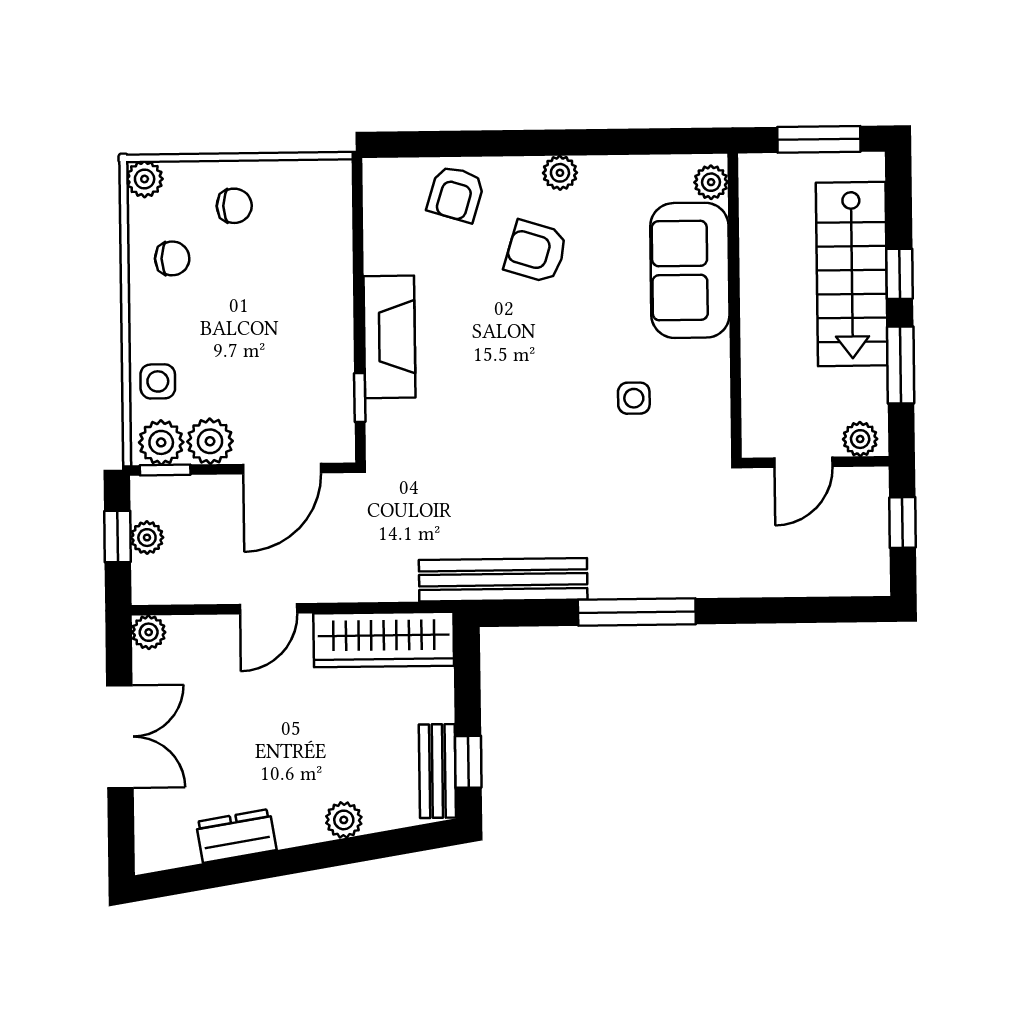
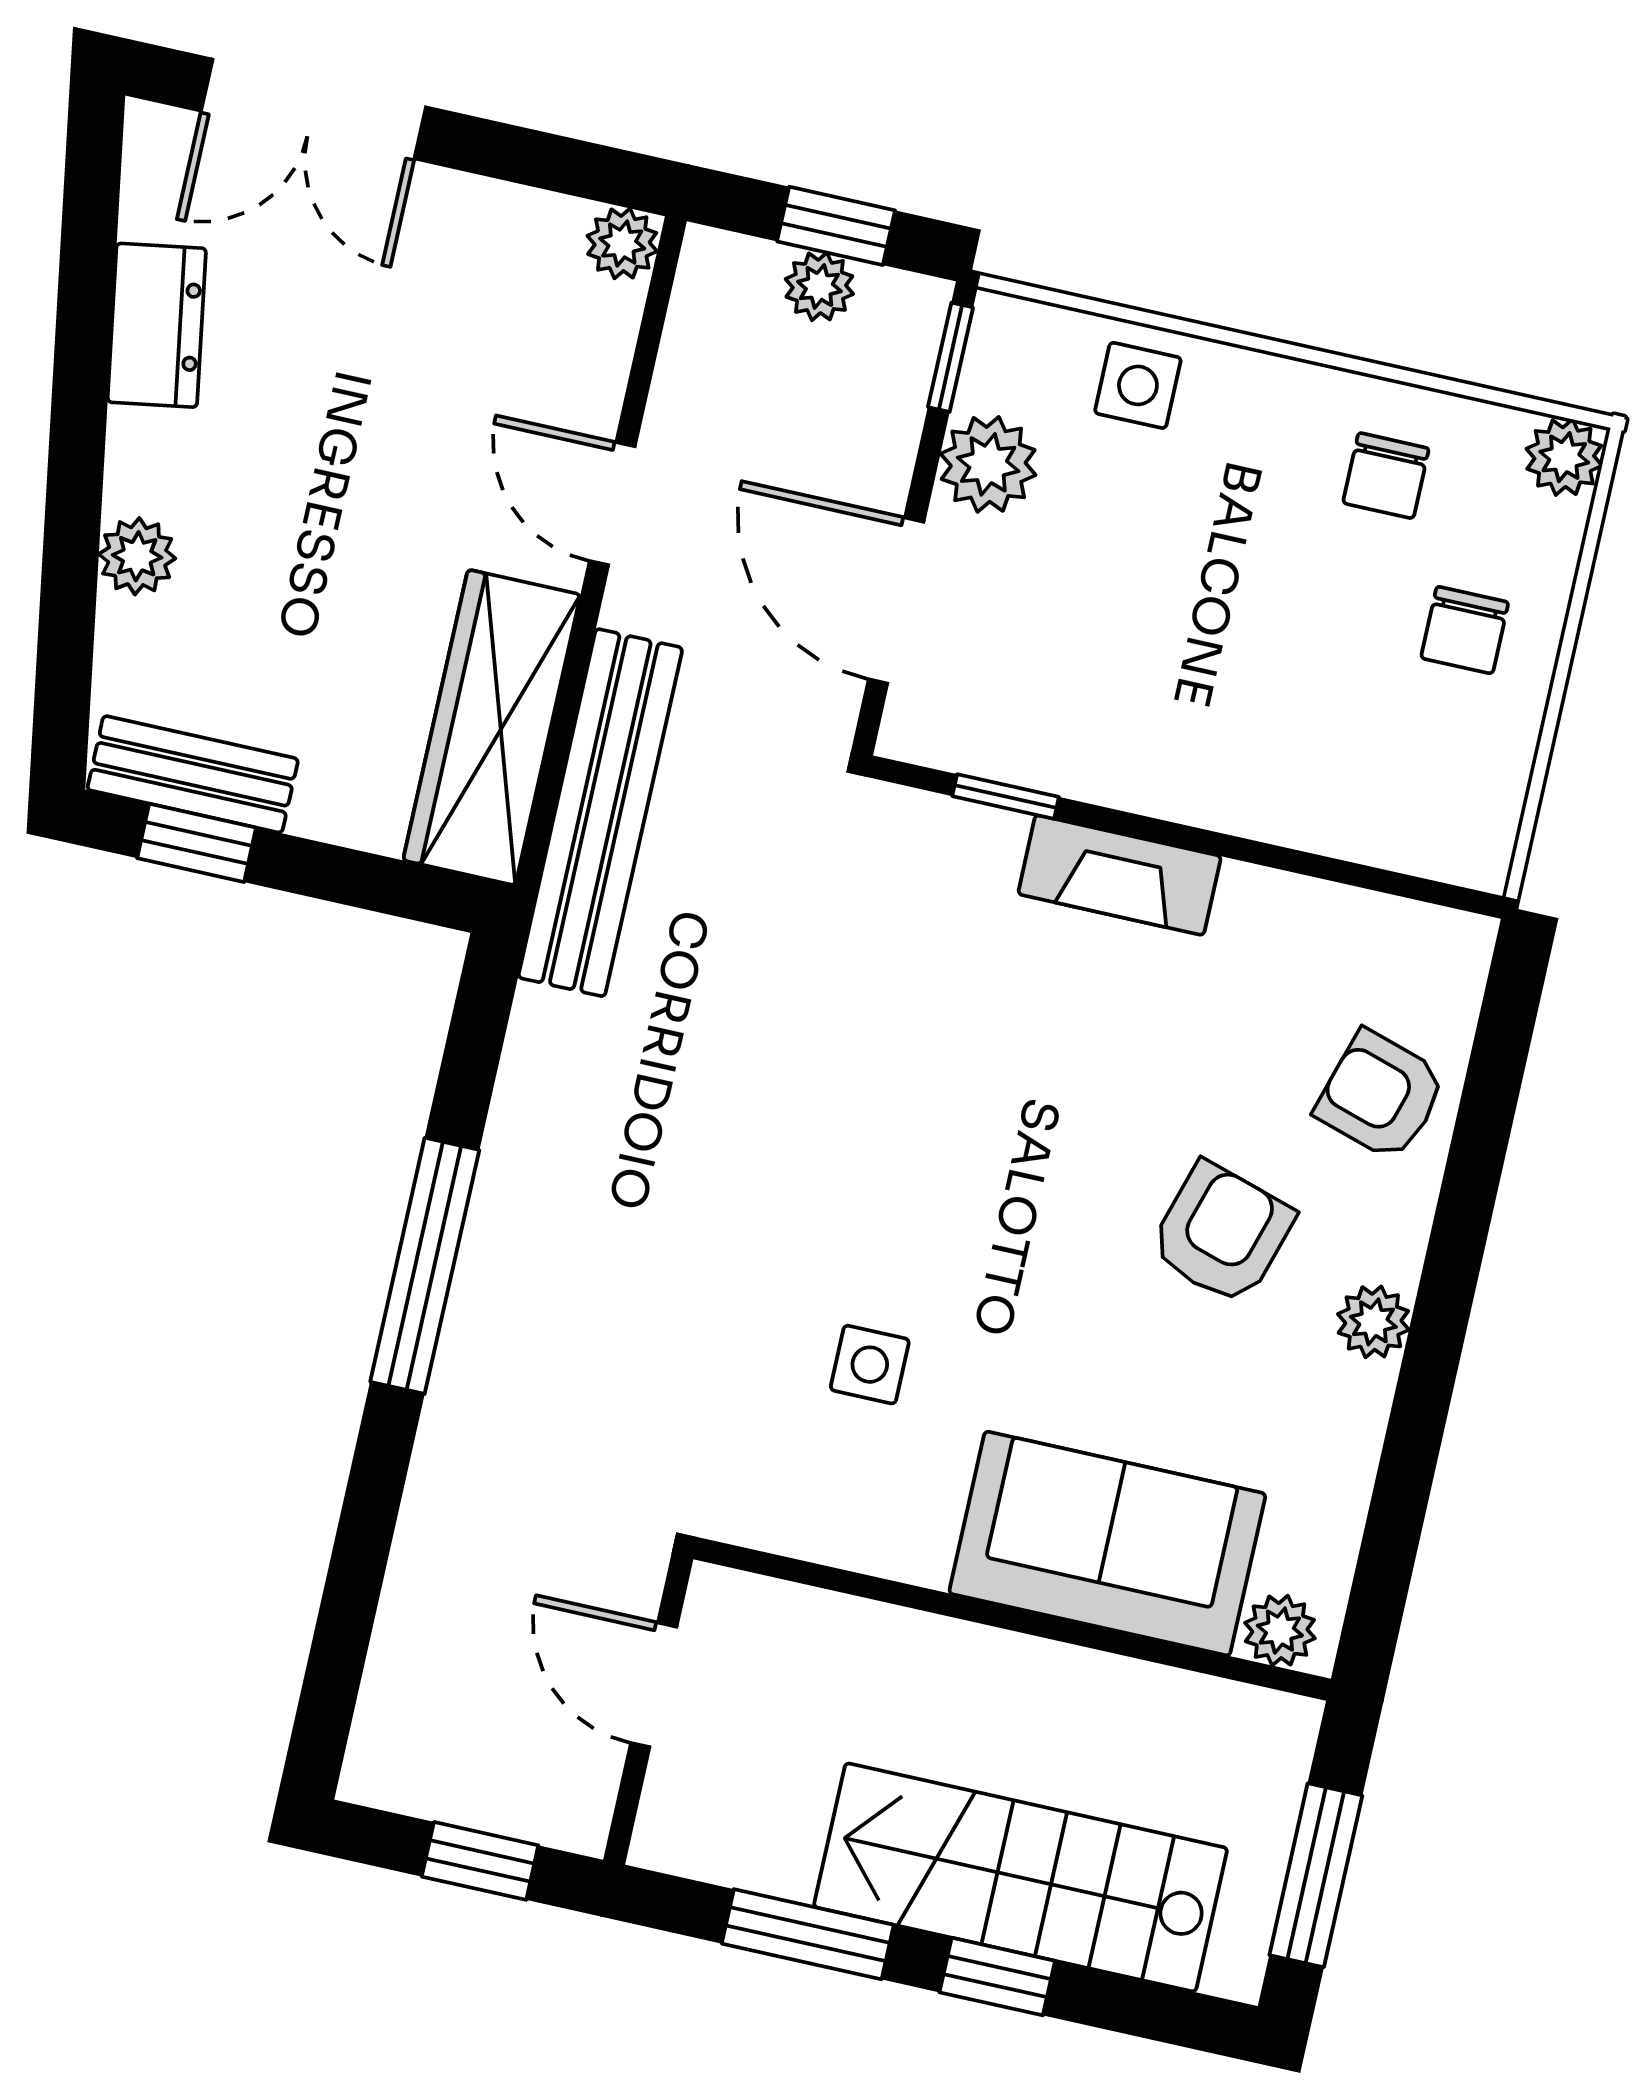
fireplace: (389, 337) -> (1120, 875), width x0.73, depth x0.76
plant: (860, 439) -> (674, 1814), removed
plant: (161, 442) -> (1010, 363), removed
bench: (503, 580) -> (600, 813), moved
double door: (120, 737) -> (314, 109), moved

